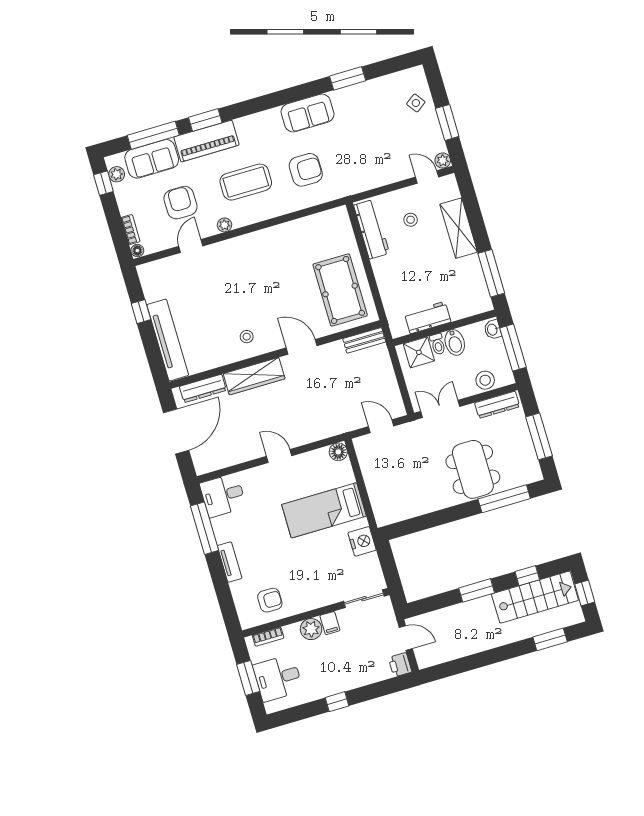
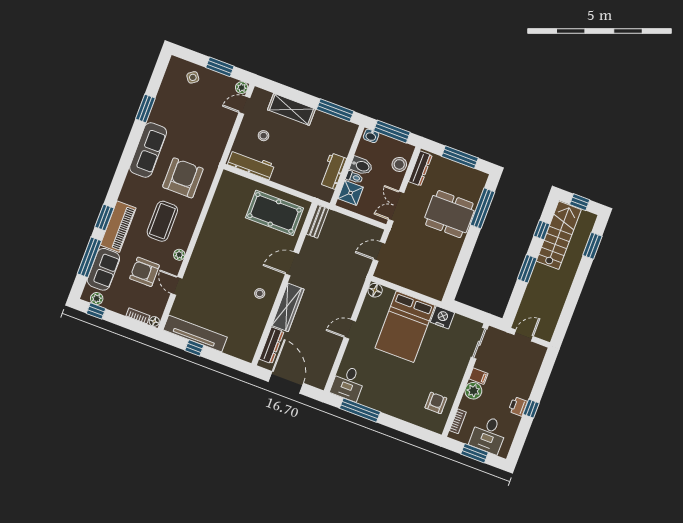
sofa: (308, 113) -> (148, 150), width x1.36
armchair: (306, 170) -> (183, 178), width x1.36, depth x1.36
tv unit: (168, 340) -> (195, 334), moved
bed: (324, 510) -> (405, 327), width x1.50
tv unit: (230, 562) -> (393, 410), removed
printer: (400, 665) -> (518, 406), moved, turned 90

